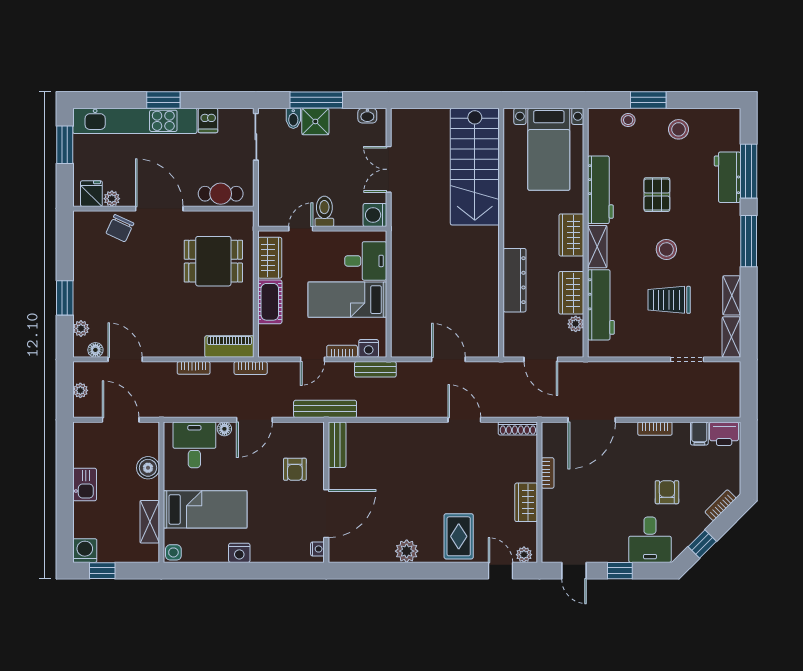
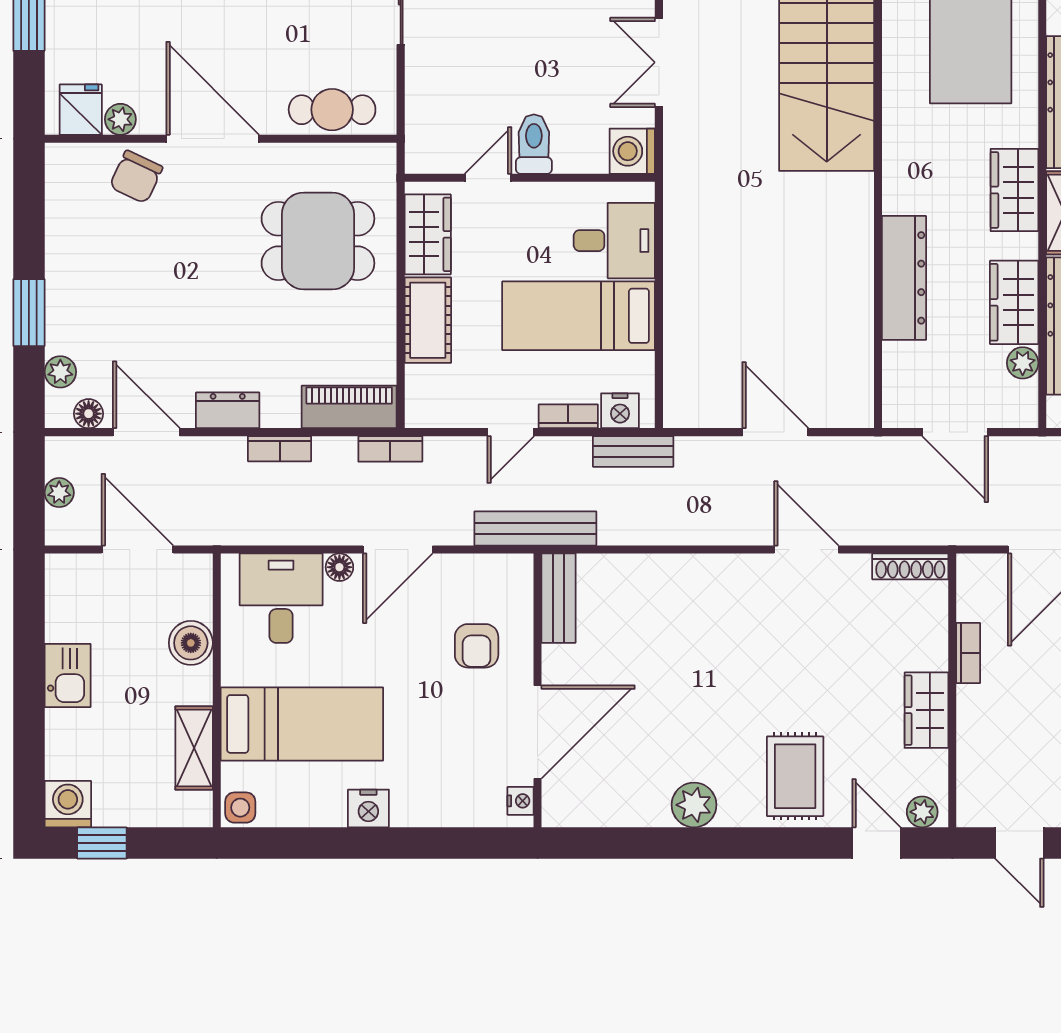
dresser: (167, 348) -> (228, 410), added

